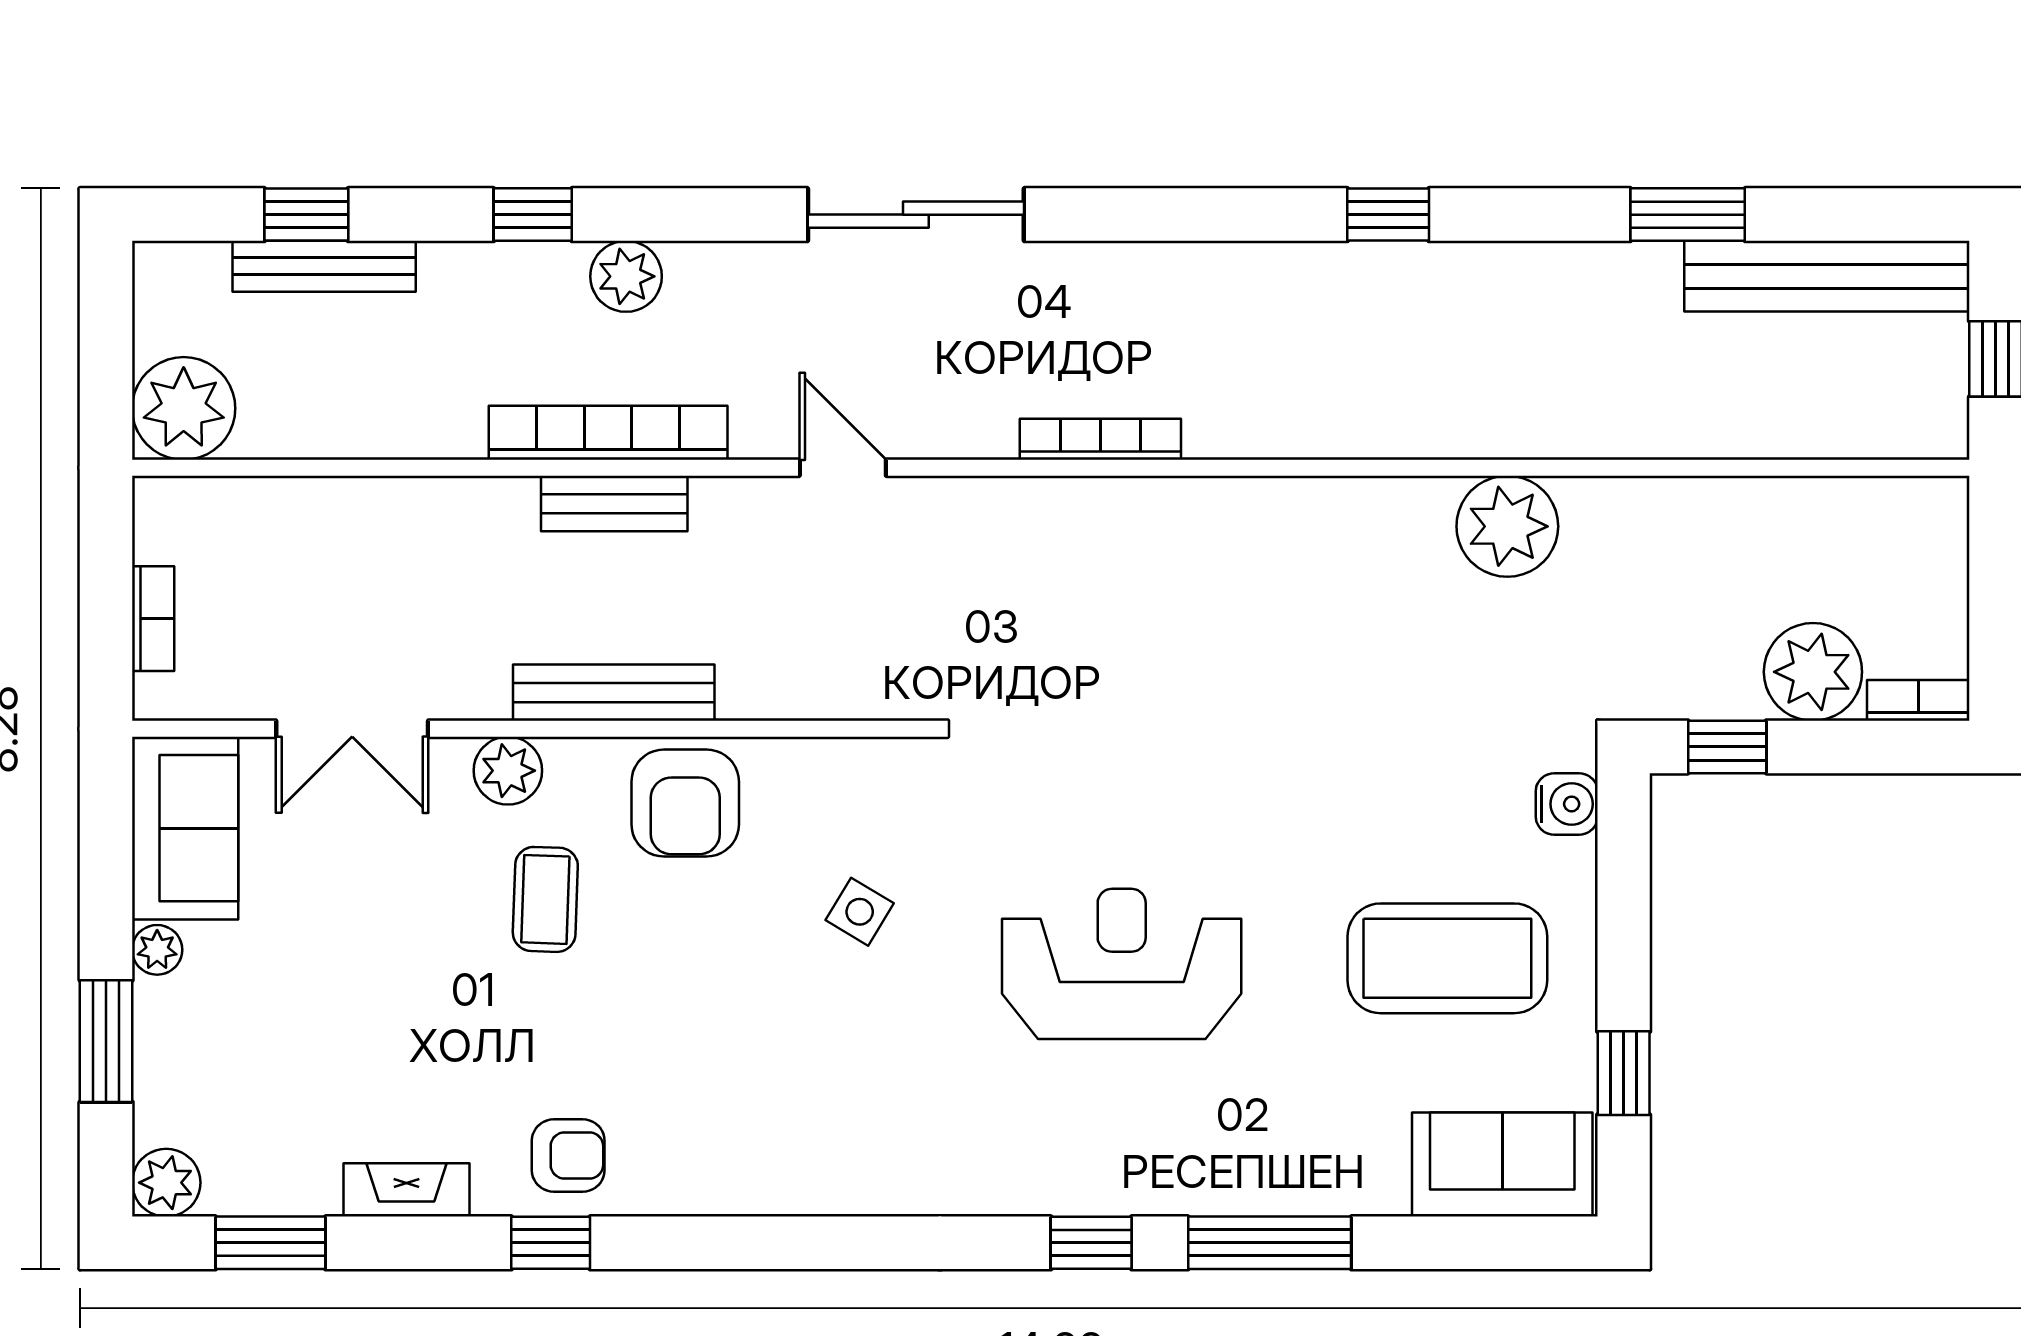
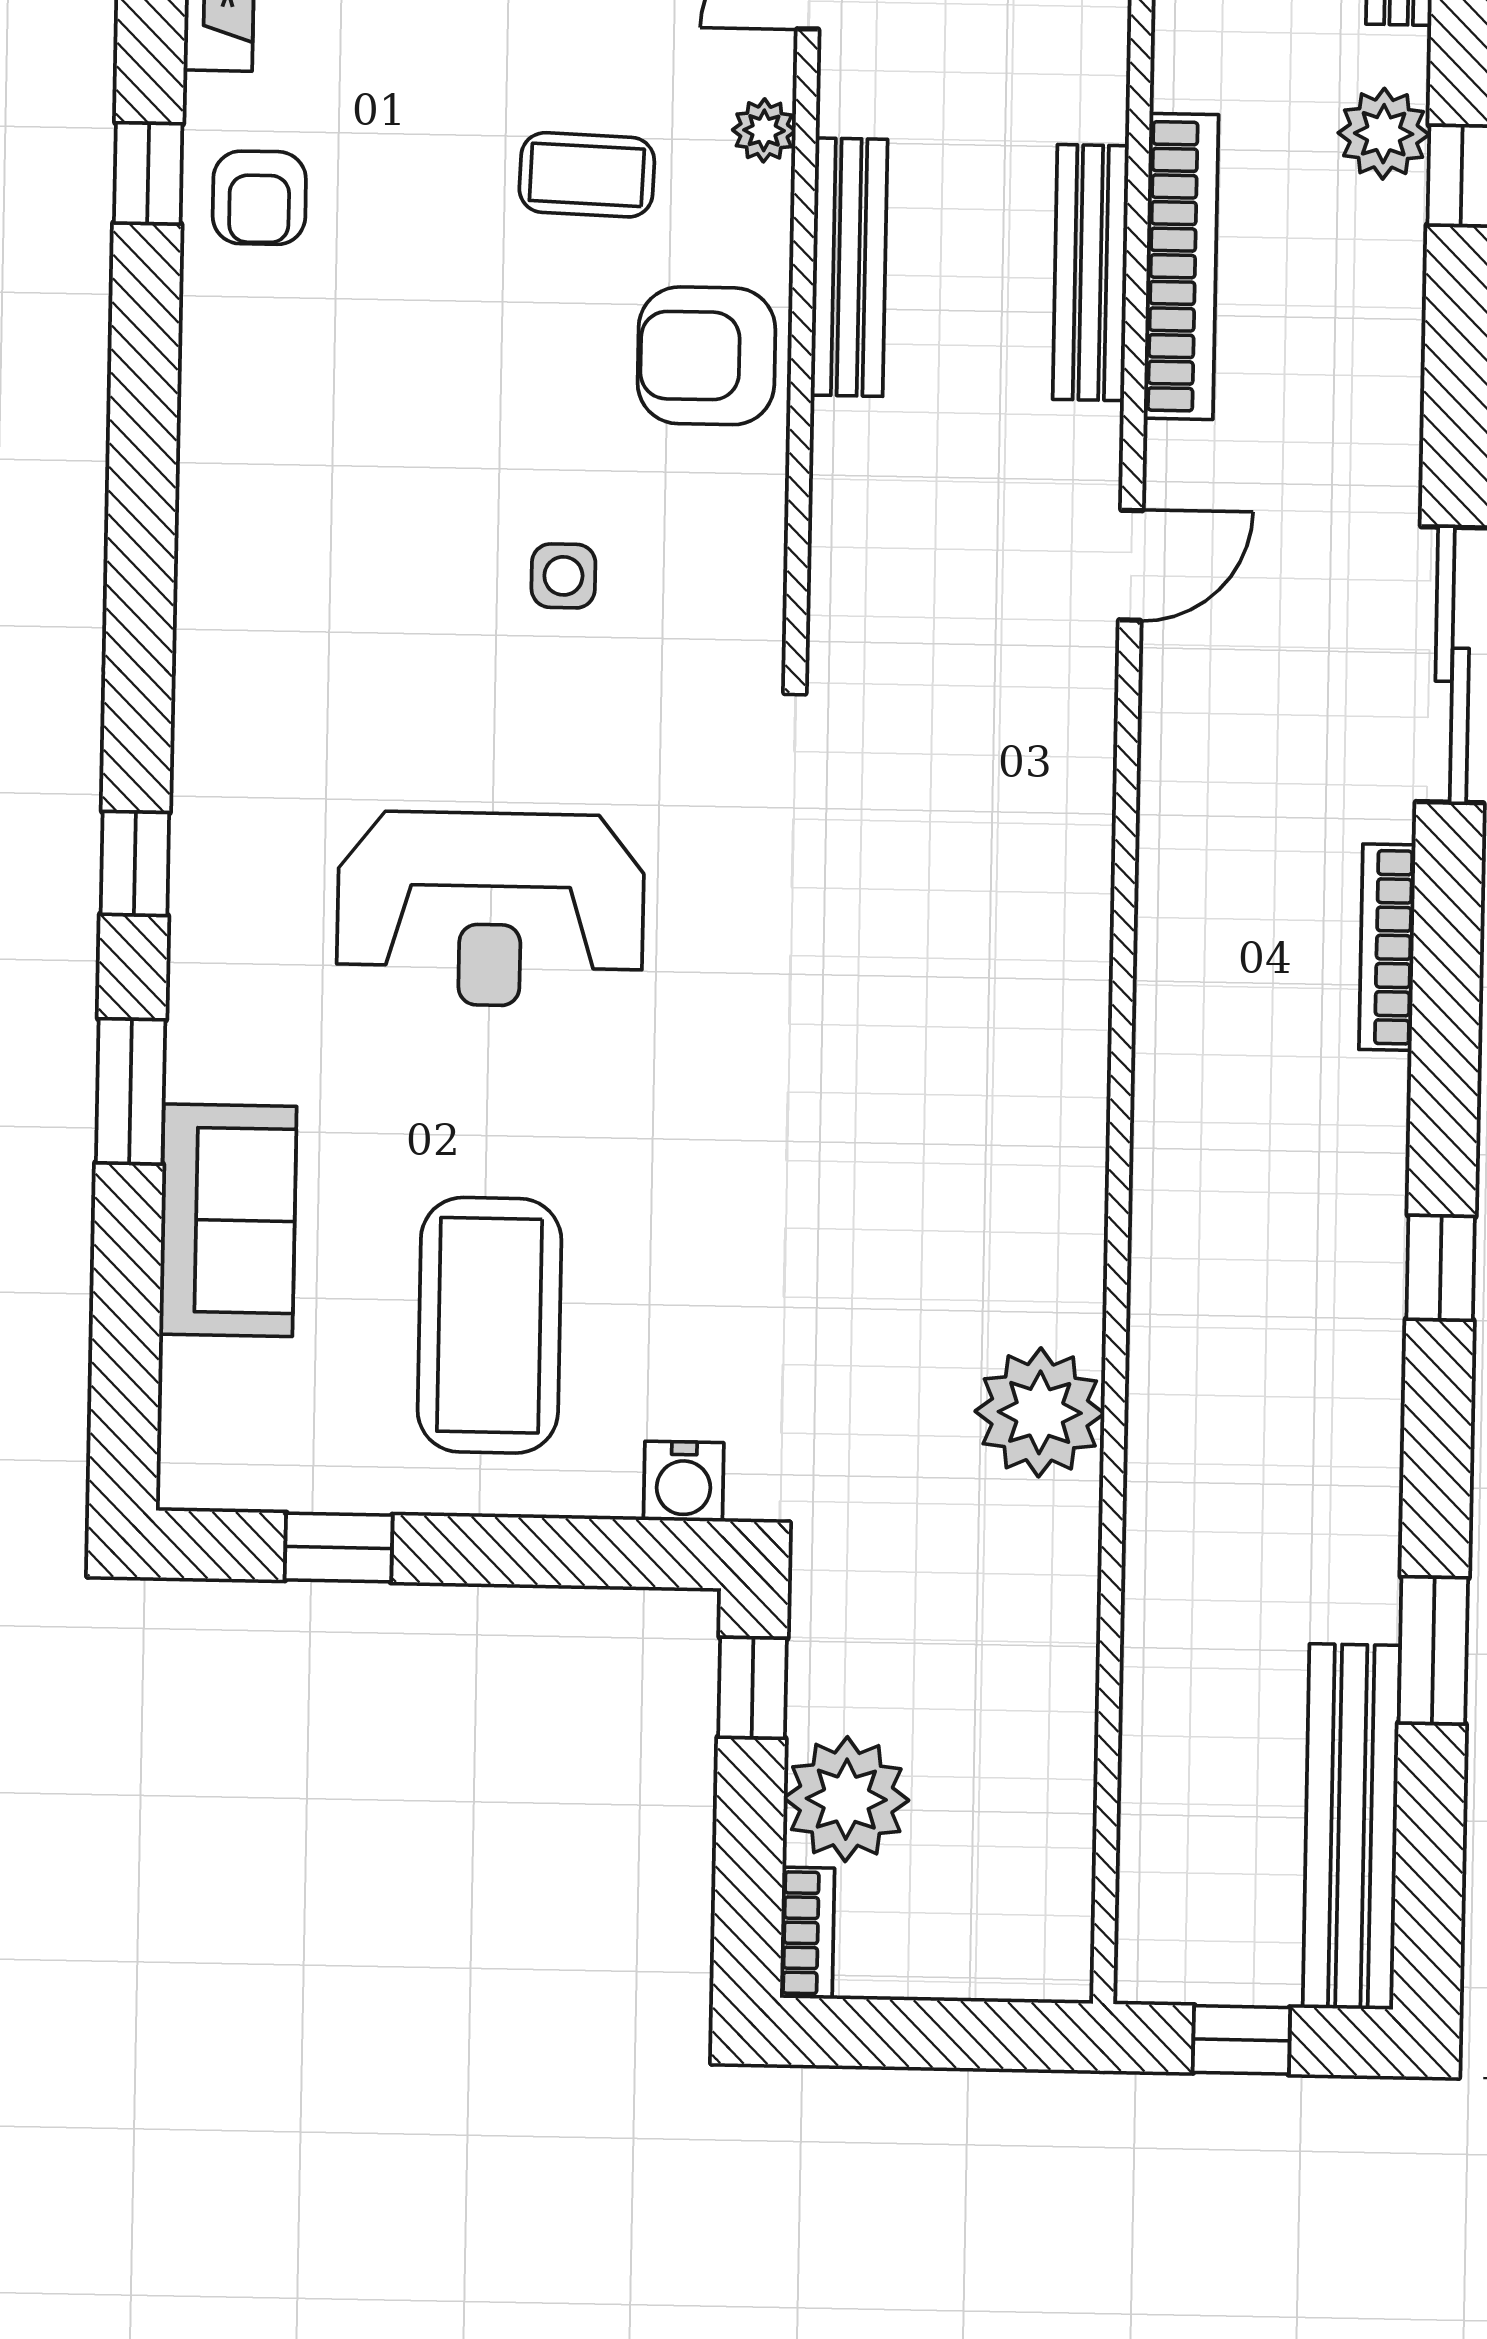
plant: (626, 276) -> (1384, 134), moved
bookcase: (1100, 439) -> (1387, 947), moved, turned 180
bench: (614, 504) -> (1091, 273), width x1.36
plant: (508, 771) -> (764, 130), width x0.73, depth x0.73
side table: (860, 912) -> (563, 576), turned -31
reception desk: (1122, 964) -> (490, 909), turned 90
sofa: (1502, 1165) -> (228, 1220), moved
window: (1270, 1243) -> (131, 1091), width x0.69

